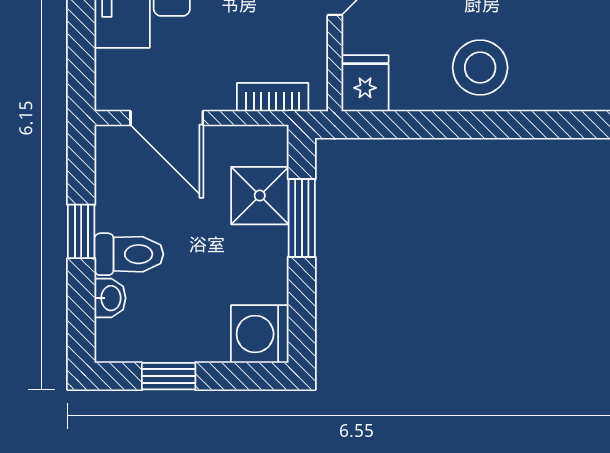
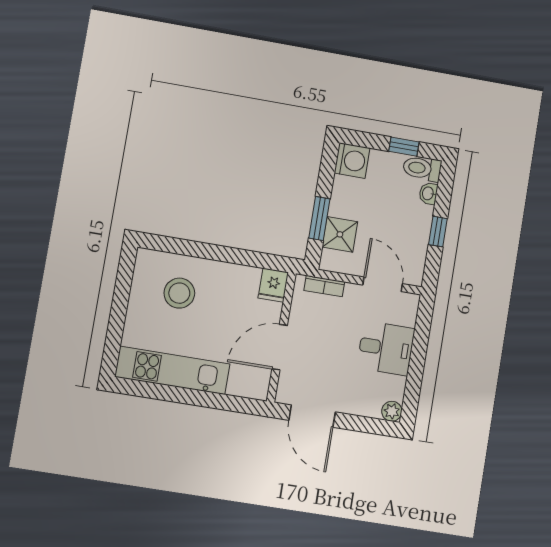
stool: (480, 68) -> (179, 293), moved
toilet: (129, 254) -> (422, 168), moved

